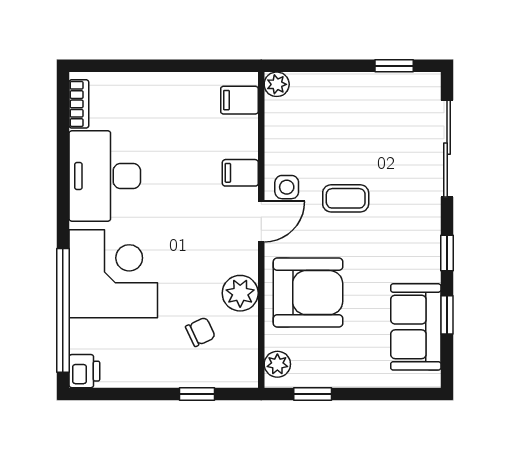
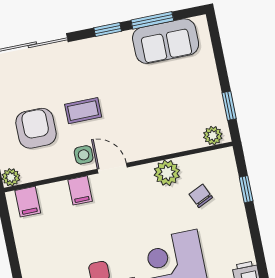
coffee table: (346, 198) -> (83, 111), turned 90
armchair: (308, 293) -> (36, 128), moved, width x0.73, depth x0.73
window: (447, 315) -> (152, 20), width x1.50

